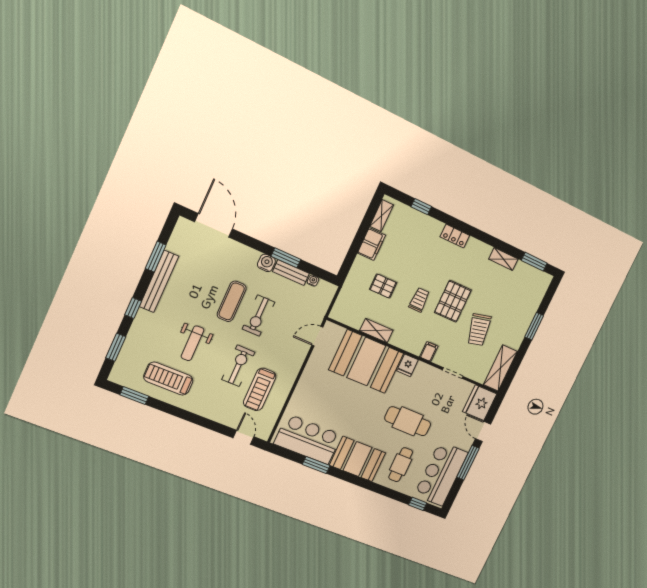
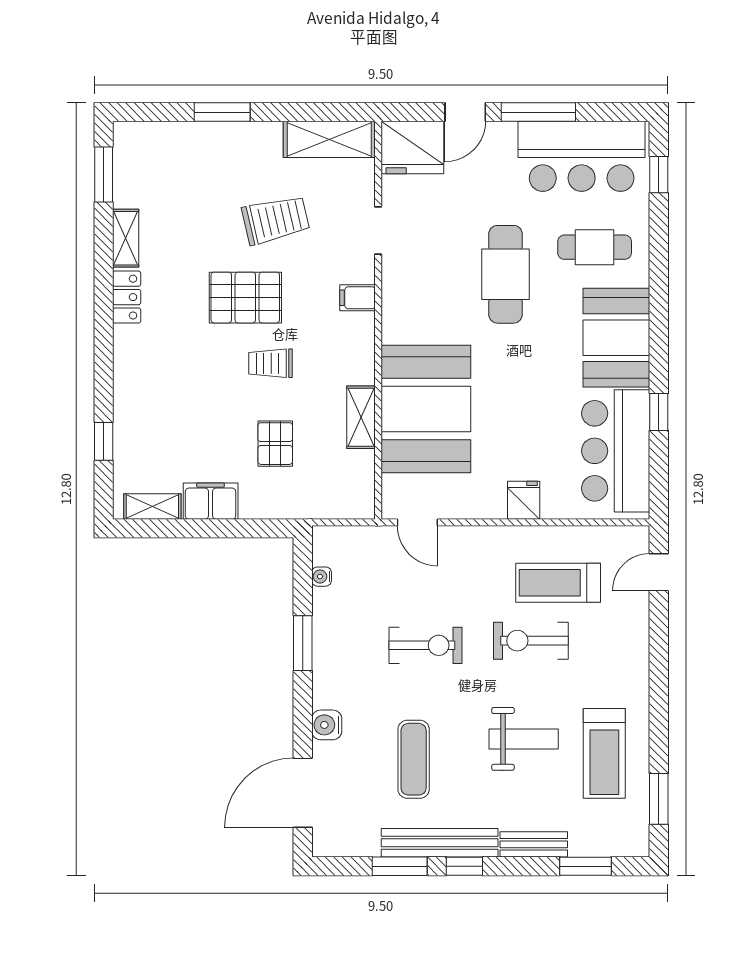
locker: (455, 236) -> (127, 297), moved
water cooler: (266, 263) -> (327, 725), moved
bench: (291, 273) -> (534, 844), moved, turned 90
exercise mat: (232, 301) -> (414, 759), moved, turned 90
window: (133, 308) -> (464, 866), moved
fridge: (407, 365) -> (524, 500), moved, turned -90
treadmill: (260, 389) -> (558, 583), turned 180
window: (316, 465) -> (659, 412), width x0.67

